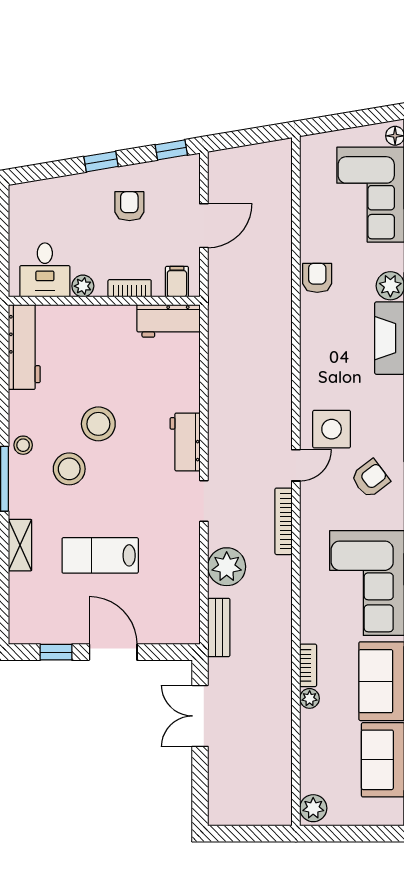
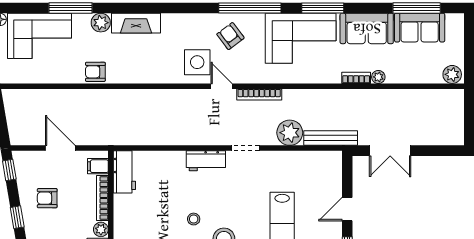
bookcase: (130, 288) -> (102, 198), width x1.56
stool: (98, 424) -> (194, 219), width x0.53, depth x0.53
bench: (219, 627) -> (331, 138), width x1.36
door: (113, 652) -> (347, 209), width x0.73

